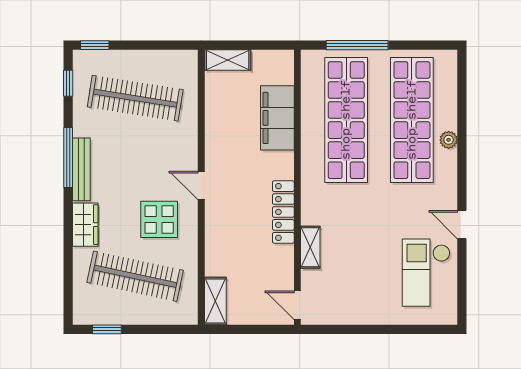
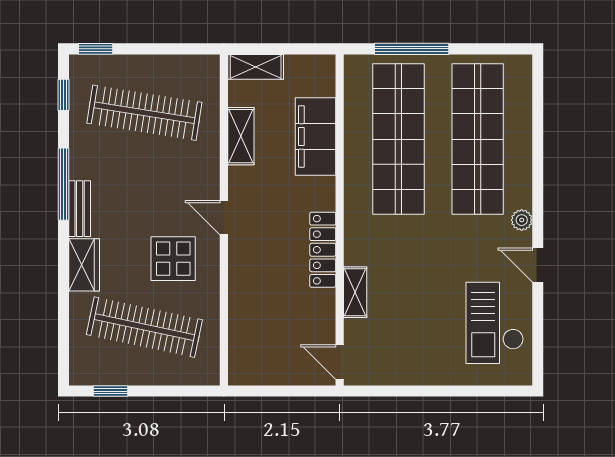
plant: (449, 140) -> (522, 220), moved
bench: (81, 169) -> (80, 209), width x0.73
shelving: (215, 301) -> (241, 136), moved

